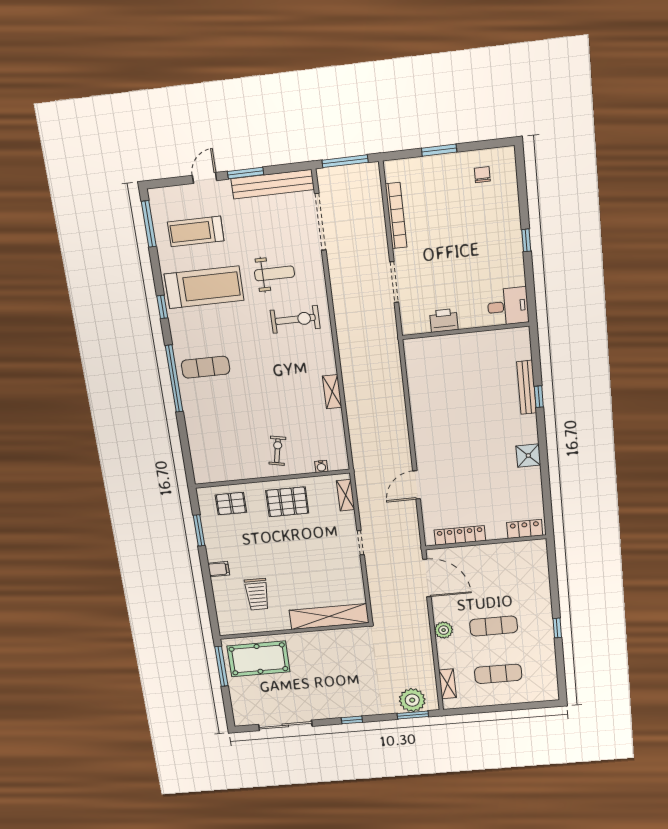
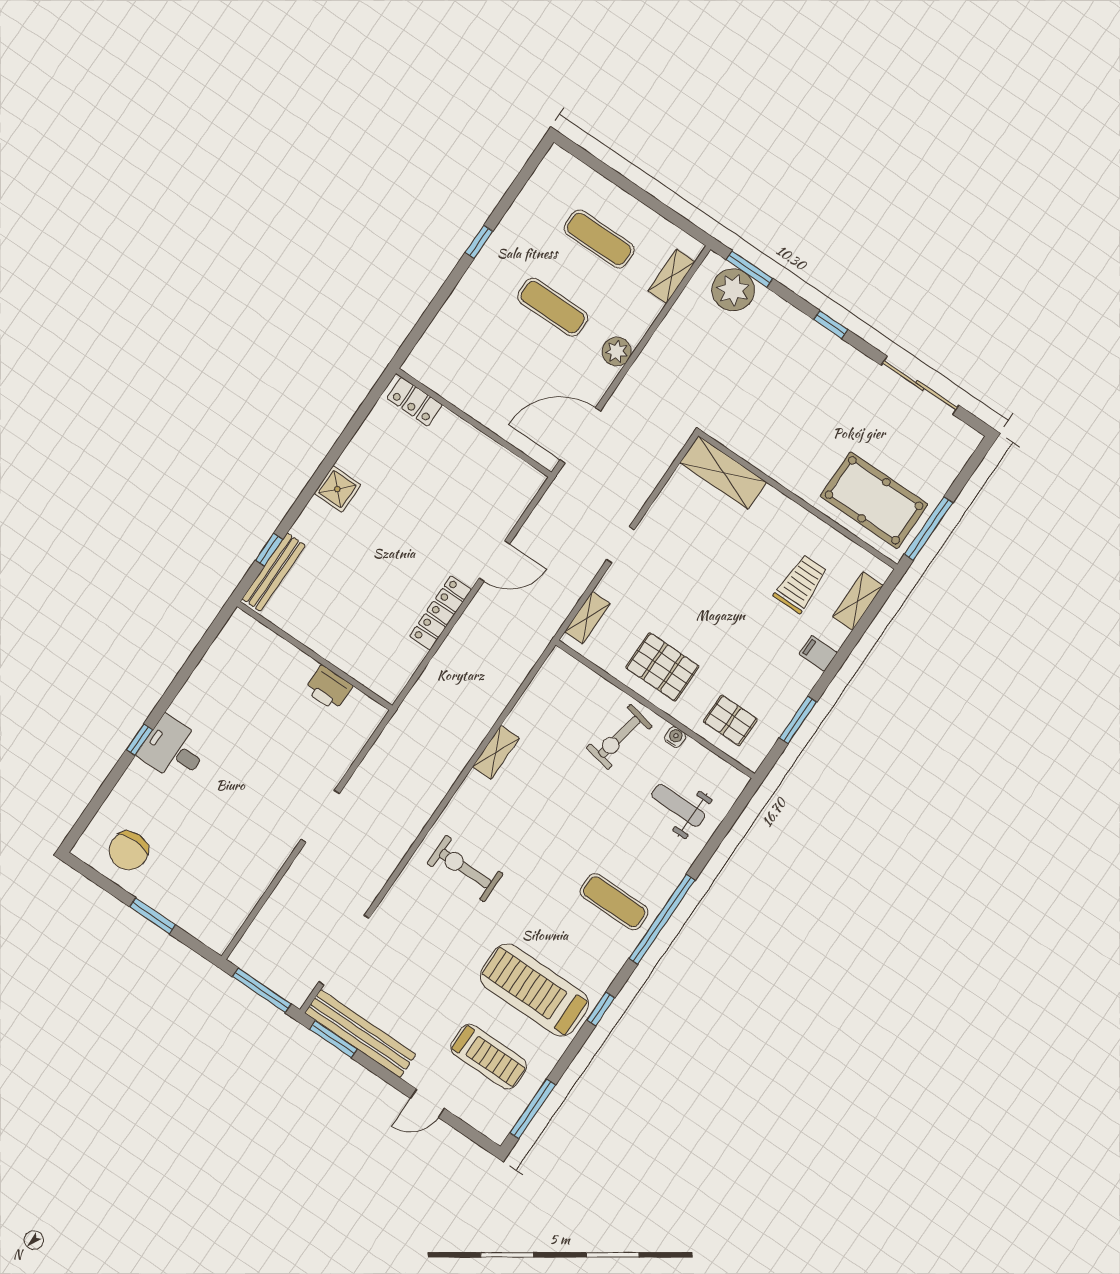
window: (246, 173) -> (333, 1039), moved
chair: (482, 175) -> (129, 851), width x1.87, depth x1.87
bookcase: (396, 216) -> (257, 886), removed
weight bench: (274, 273) -> (678, 805), moved
desk: (508, 306) -> (173, 749), moved
printer: (444, 320) -> (329, 688), moved
wall: (465, 331) -> (315, 656), moved
exercise bike: (277, 451) -> (619, 737), width x1.38, depth x1.39
water cooler: (321, 466) -> (675, 737), moved
locker: (460, 535) -> (441, 613), moved, turned 90
door: (427, 578) -> (580, 435), hinge flipped
shelving: (223, 608) -> (858, 601), added
shelving: (329, 617) -> (723, 472), width x0.68

